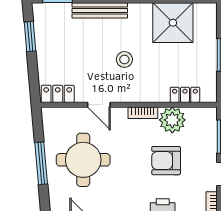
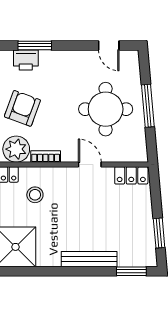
stool: (124, 59) -> (35, 195), moved
armchair: (166, 161) -> (22, 108), turned -70

